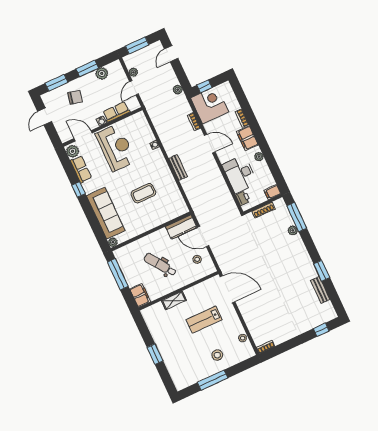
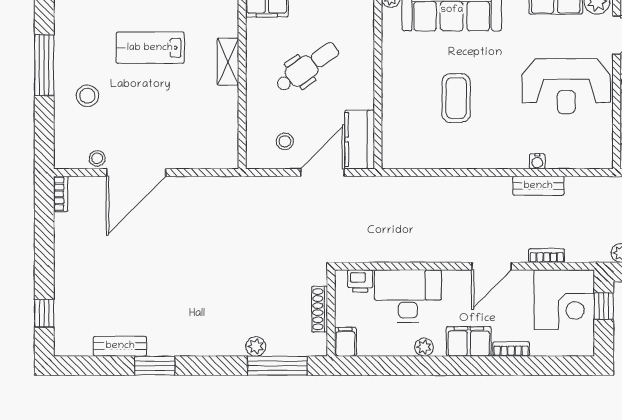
bench: (178, 167) -> (538, 186), moved
door: (228, 289) -> (136, 173), moved
lab bench: (204, 320) -> (150, 48), moved, turned -90

